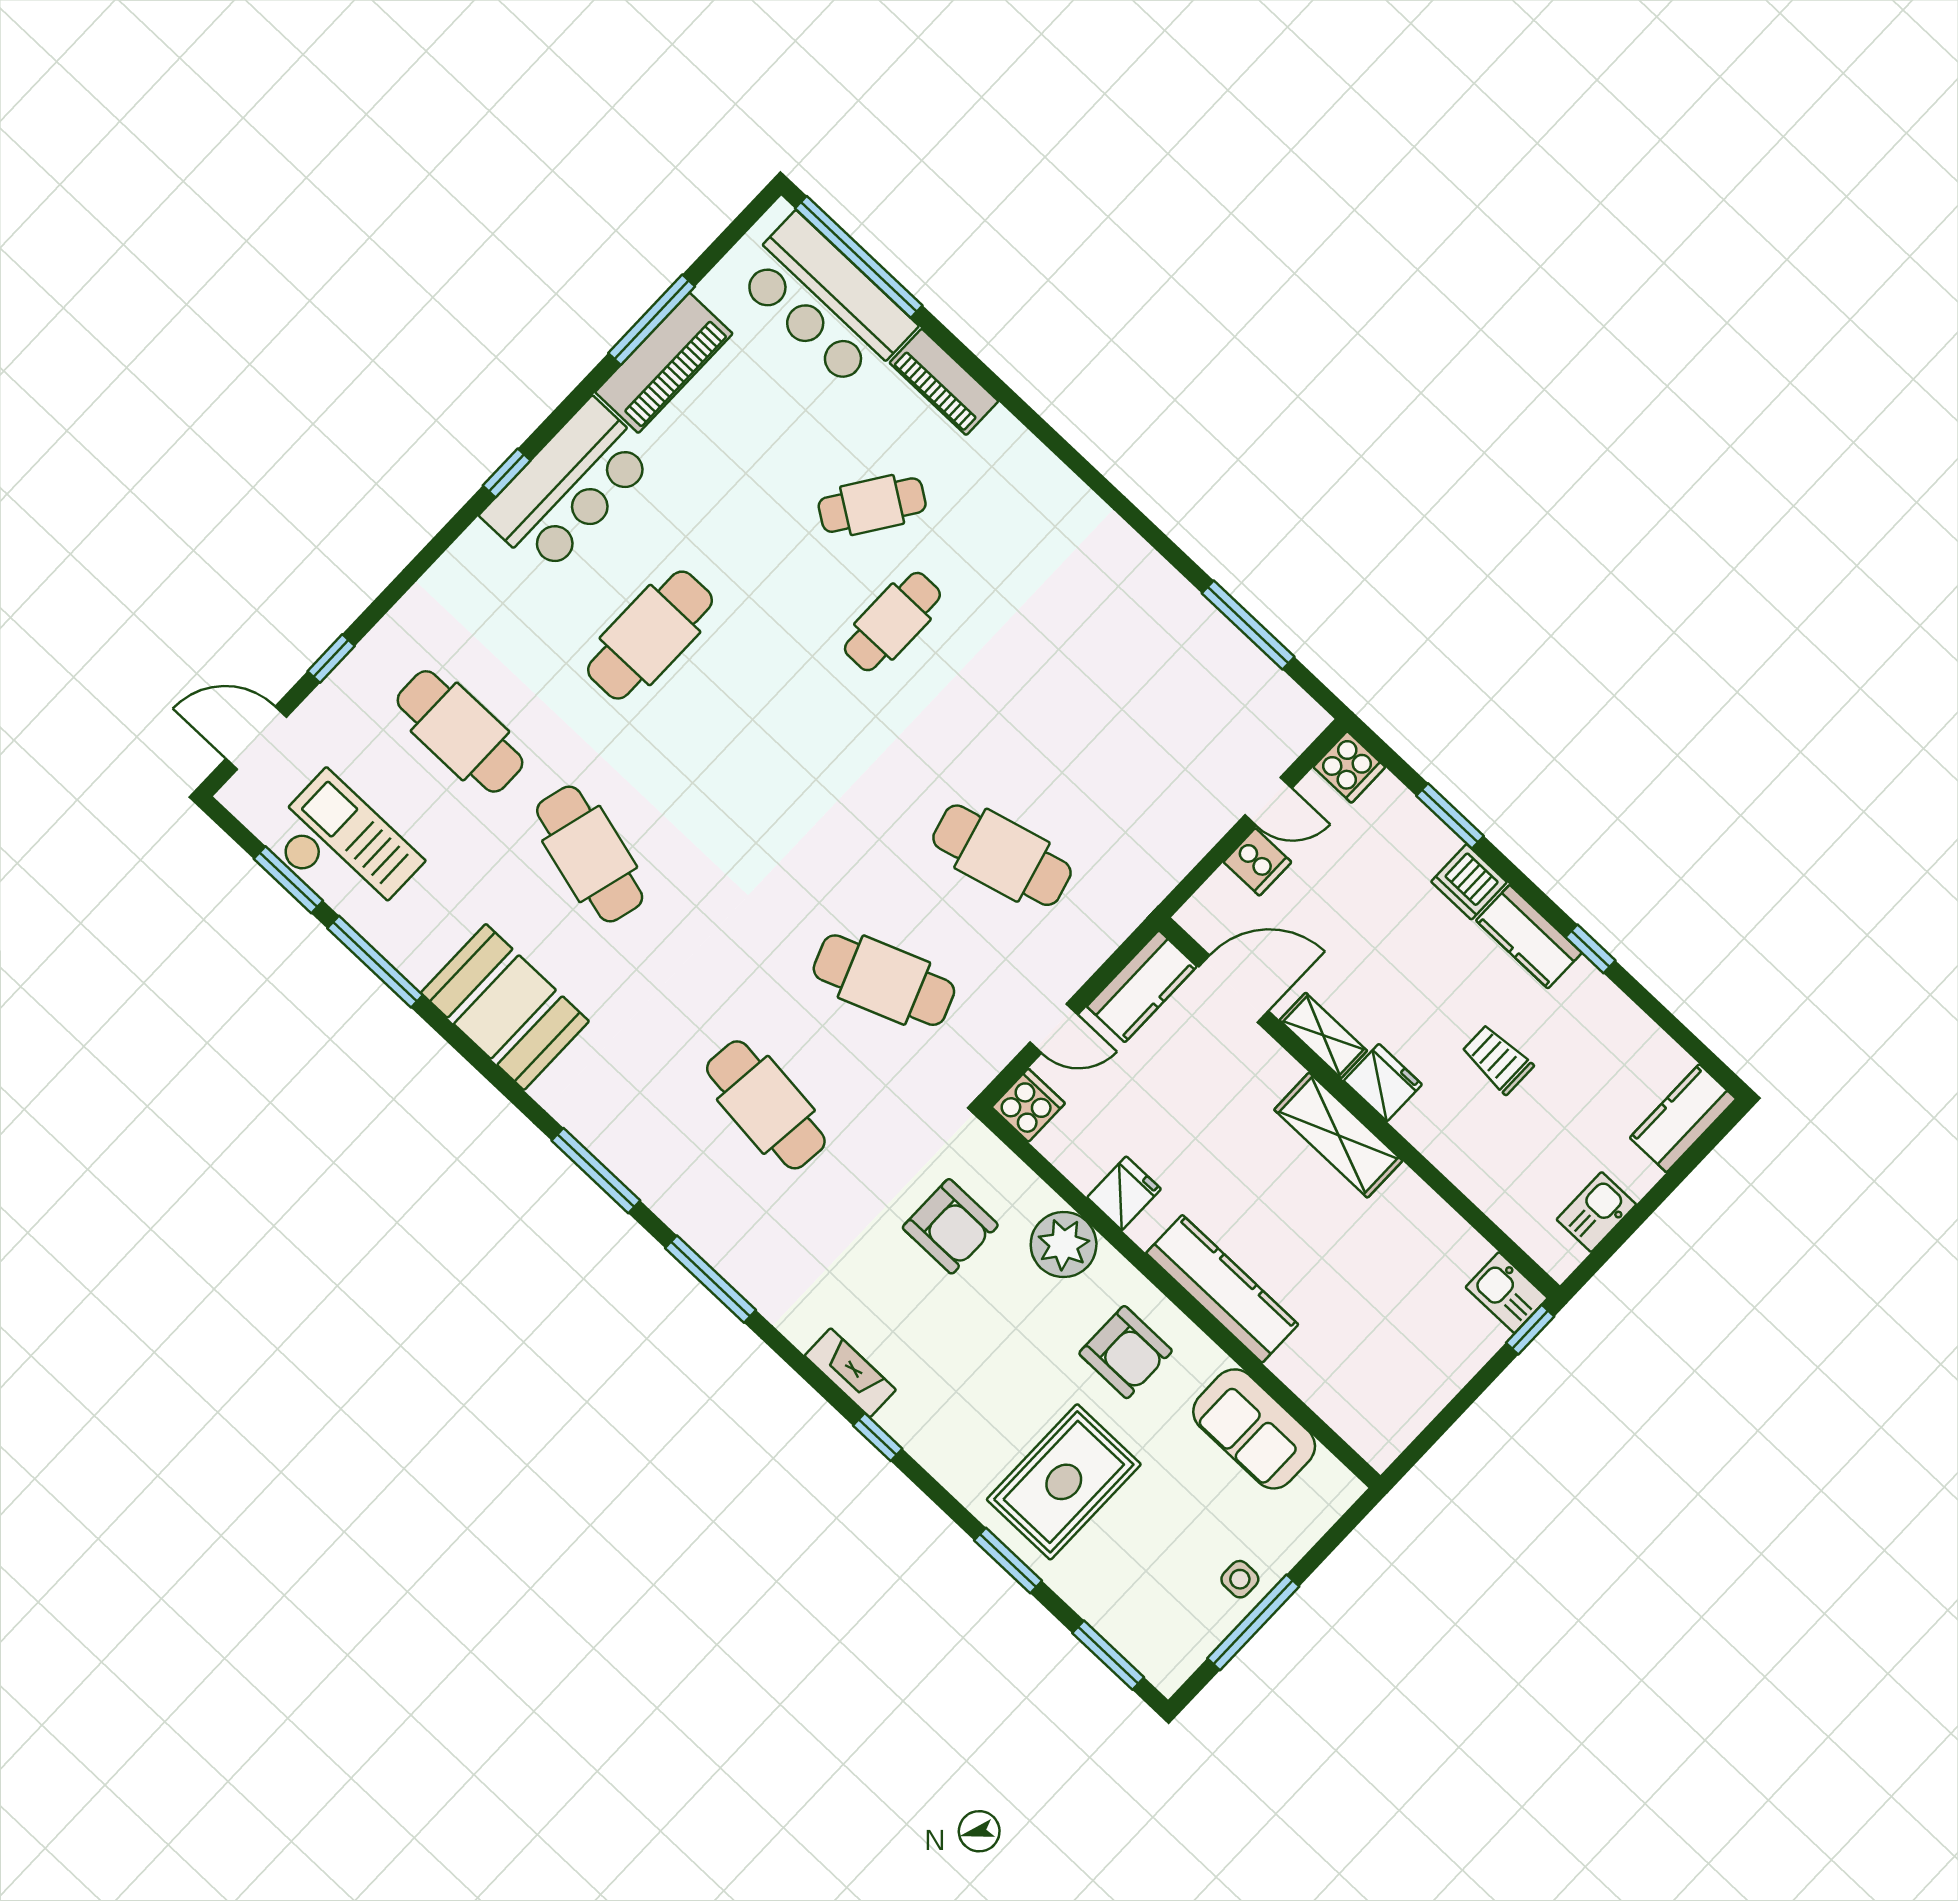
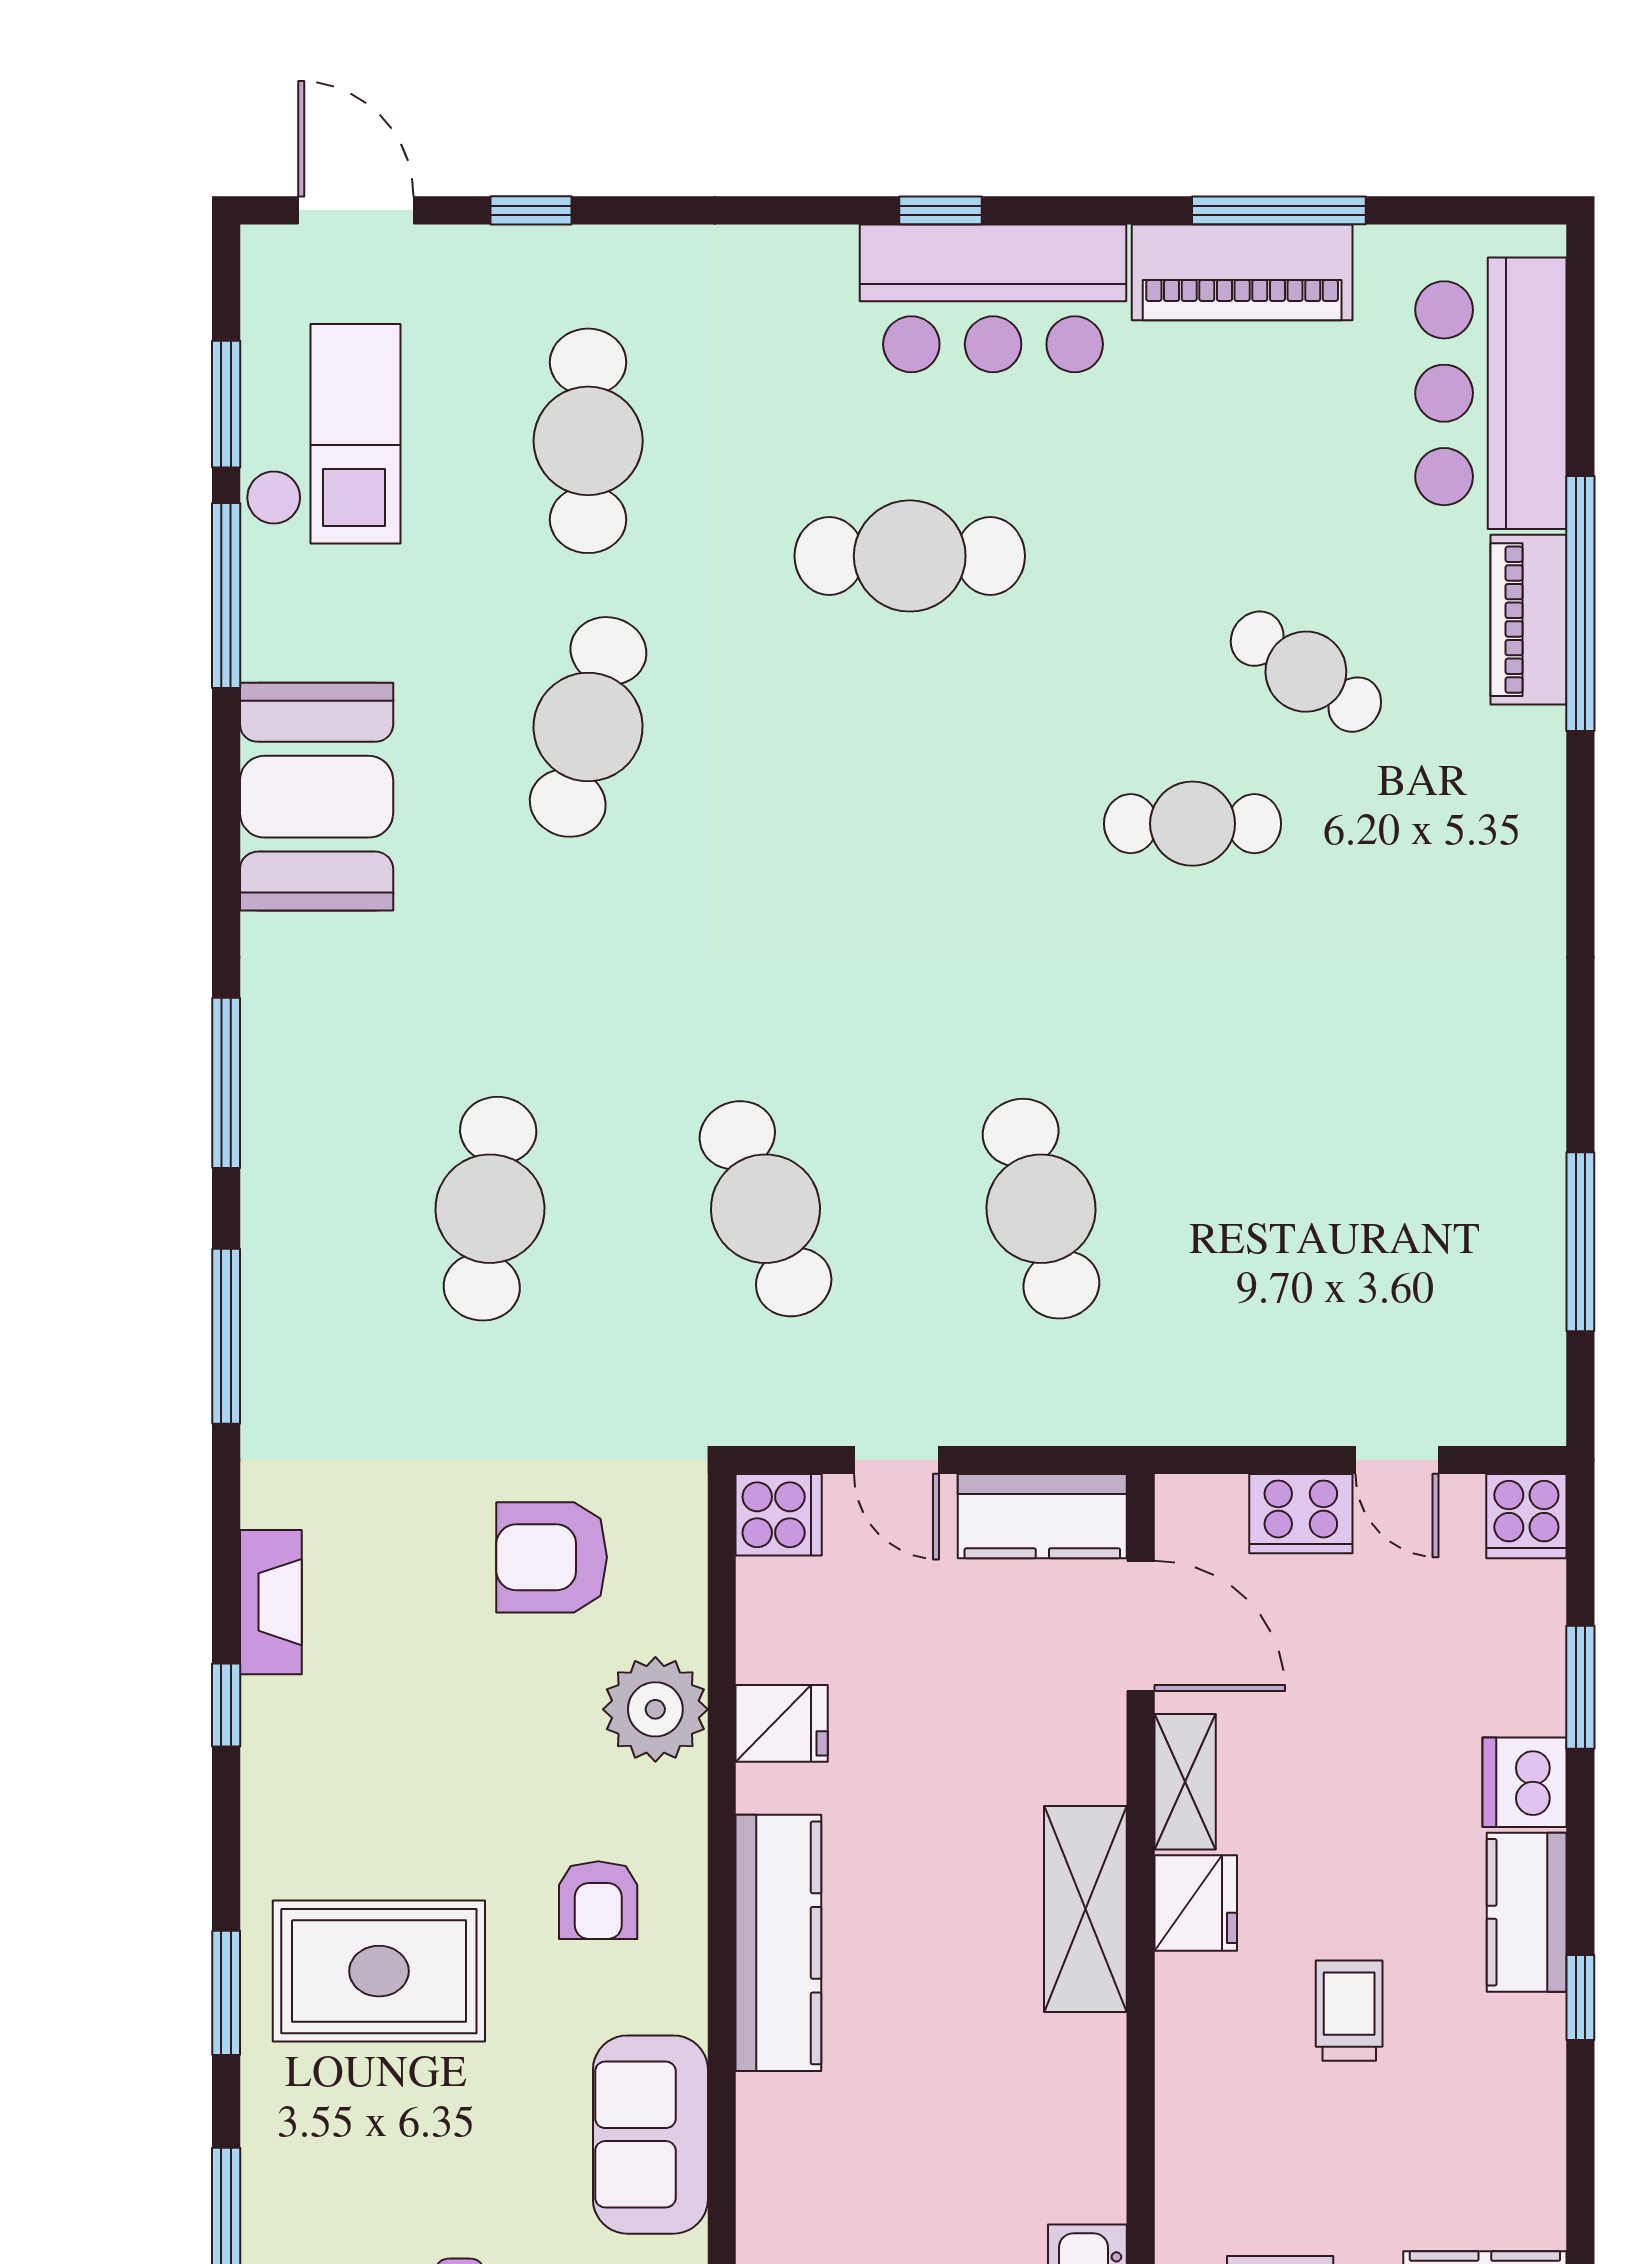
window: (859, 257) -> (1580, 603), moved
cooker: (1257, 862) -> (1301, 1514), width x1.36
armchair: (950, 1226) -> (552, 1557), turned 90
armchair: (1126, 1352) -> (598, 1900), width x0.72, depth x0.72

